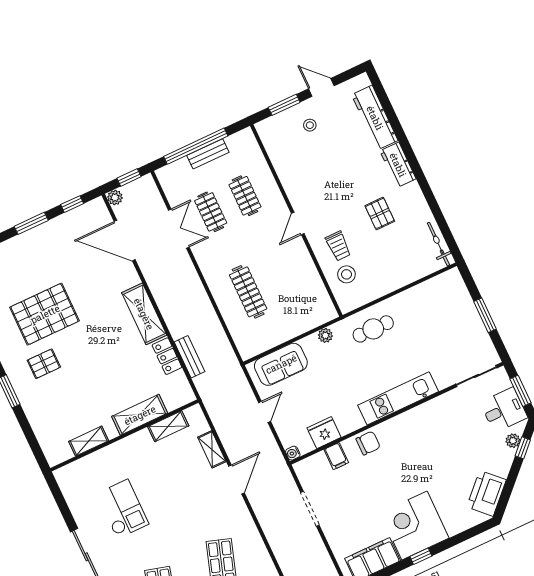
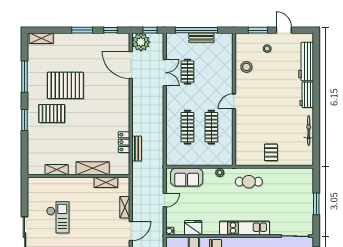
clothes rail: (245, 196) -> (211, 127), moved, width x1.36
plant: (115, 197) -> (141, 42), width x1.87, depth x1.87
pallet: (380, 213) -> (271, 152), moved
bicycle: (438, 244) -> (309, 131), moved
trolley: (338, 246) -> (251, 125), removed
stool: (346, 274) -> (246, 67), moved
shelving: (144, 314) -> (122, 112), removed
pallet: (44, 364) -> (52, 114), width x1.50, depth x1.42

